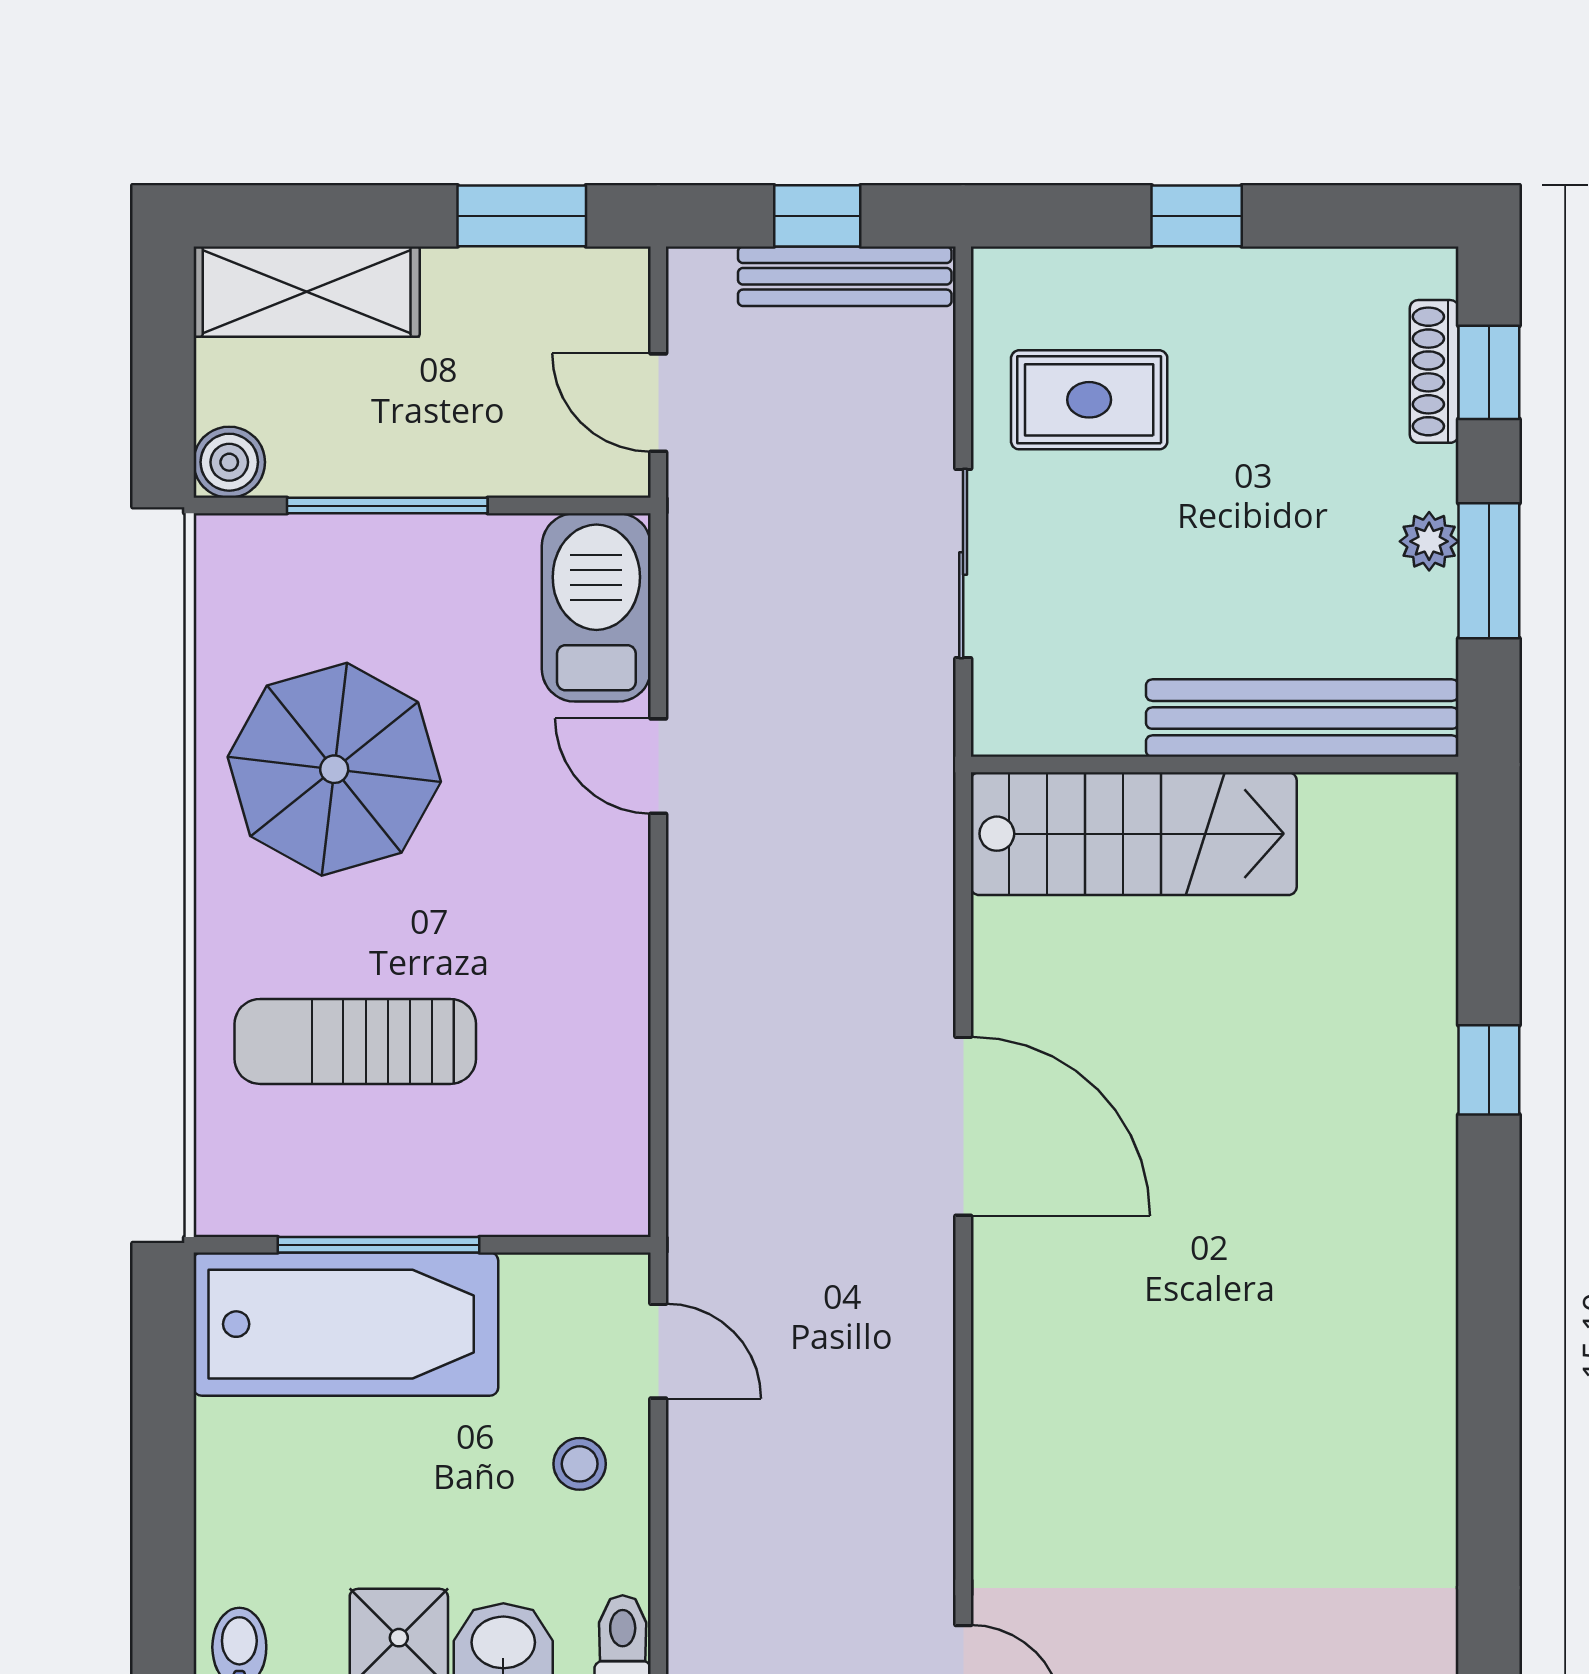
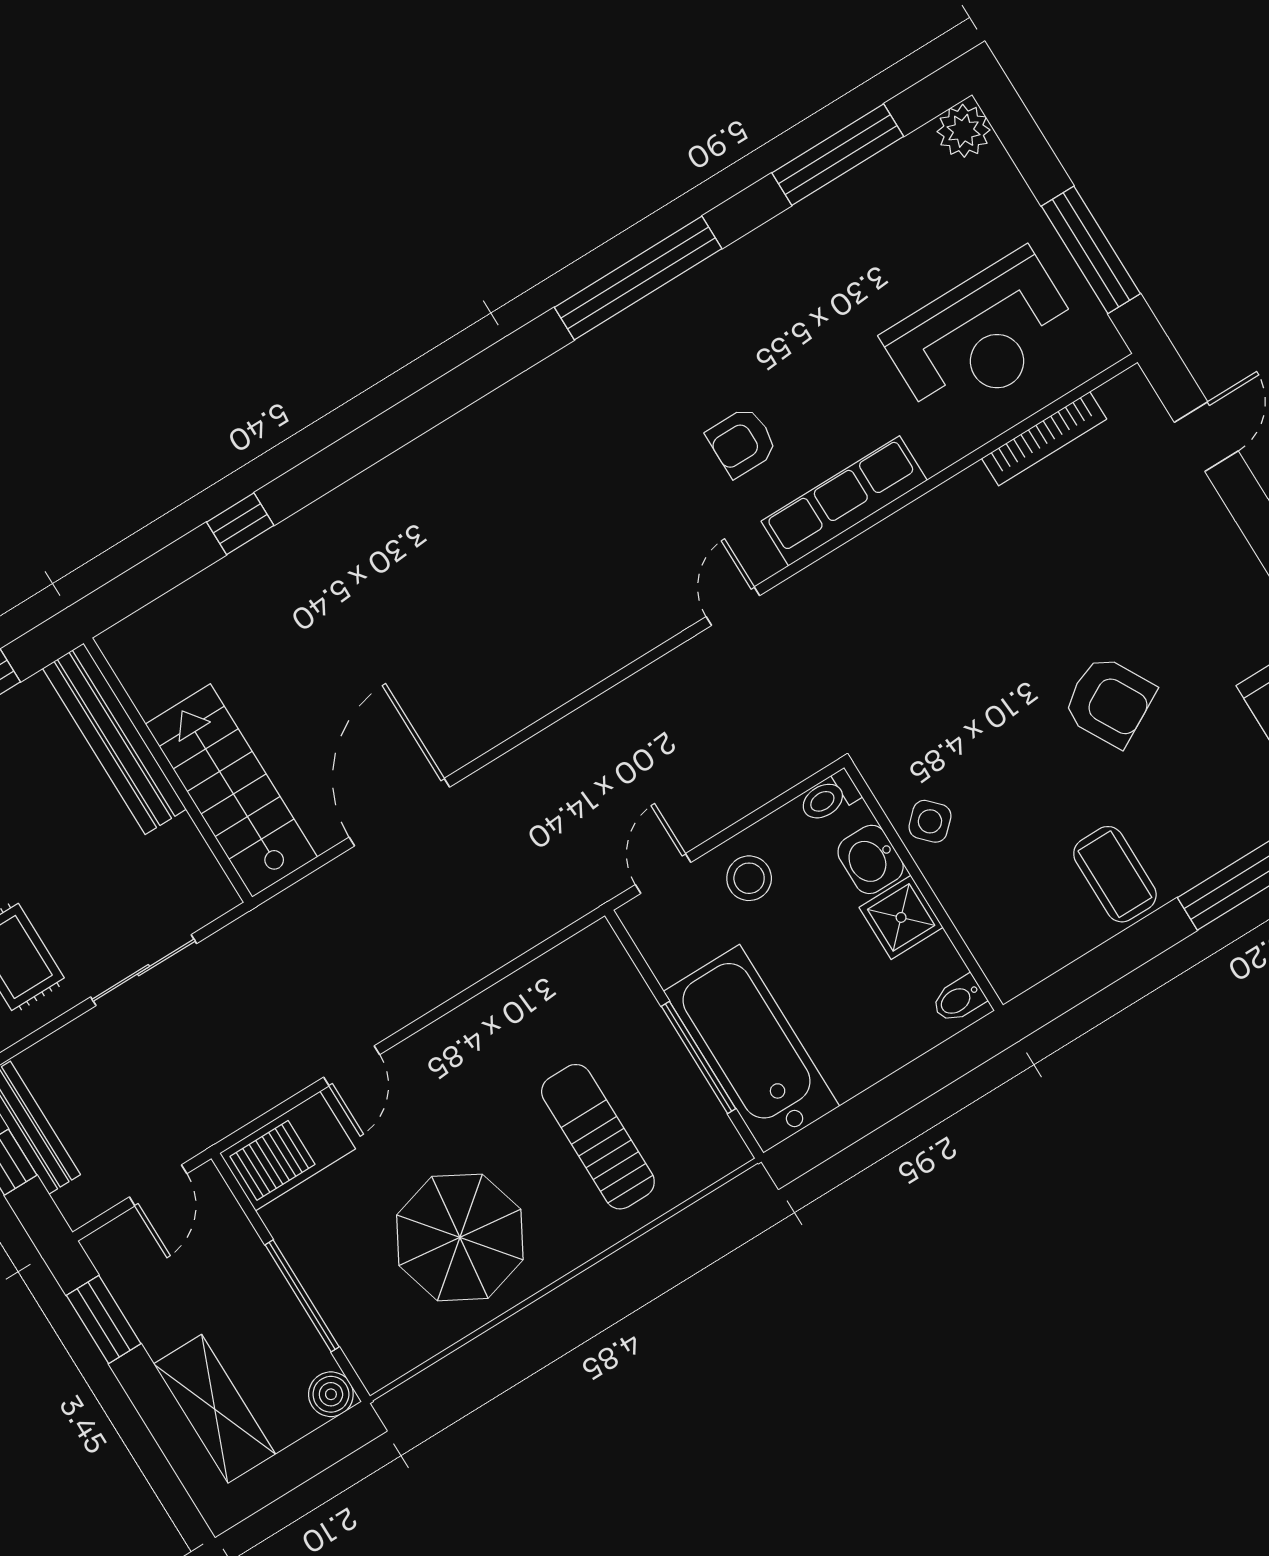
sun lounger: (355, 1041) -> (598, 1137), turned 180
door: (963, 1126) -> (399, 812), moved
stool: (580, 1464) -> (749, 878), width x1.37, depth x1.37

